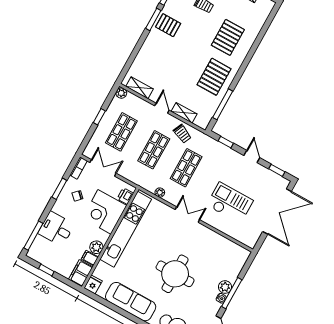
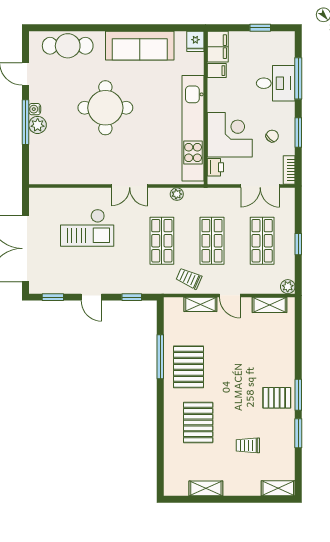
window: (223, 104) -> (160, 357), moved
window: (33, 236) -> (298, 78), moved
plant: (96, 247) -> (216, 88), removed

